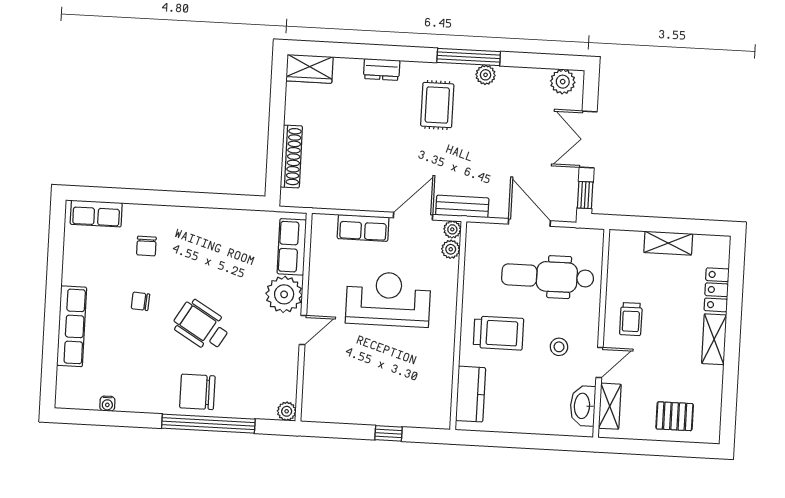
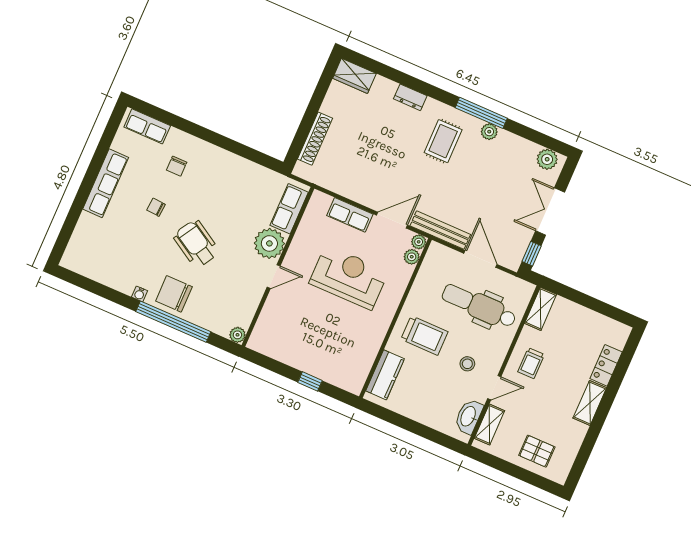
bench: (462, 206) -> (440, 230), width x1.36
shelving: (668, 243) -> (541, 309), moved, turned 90
row of seats: (72, 326) -> (106, 183), moved
water cooler: (107, 404) -> (140, 294), moved

